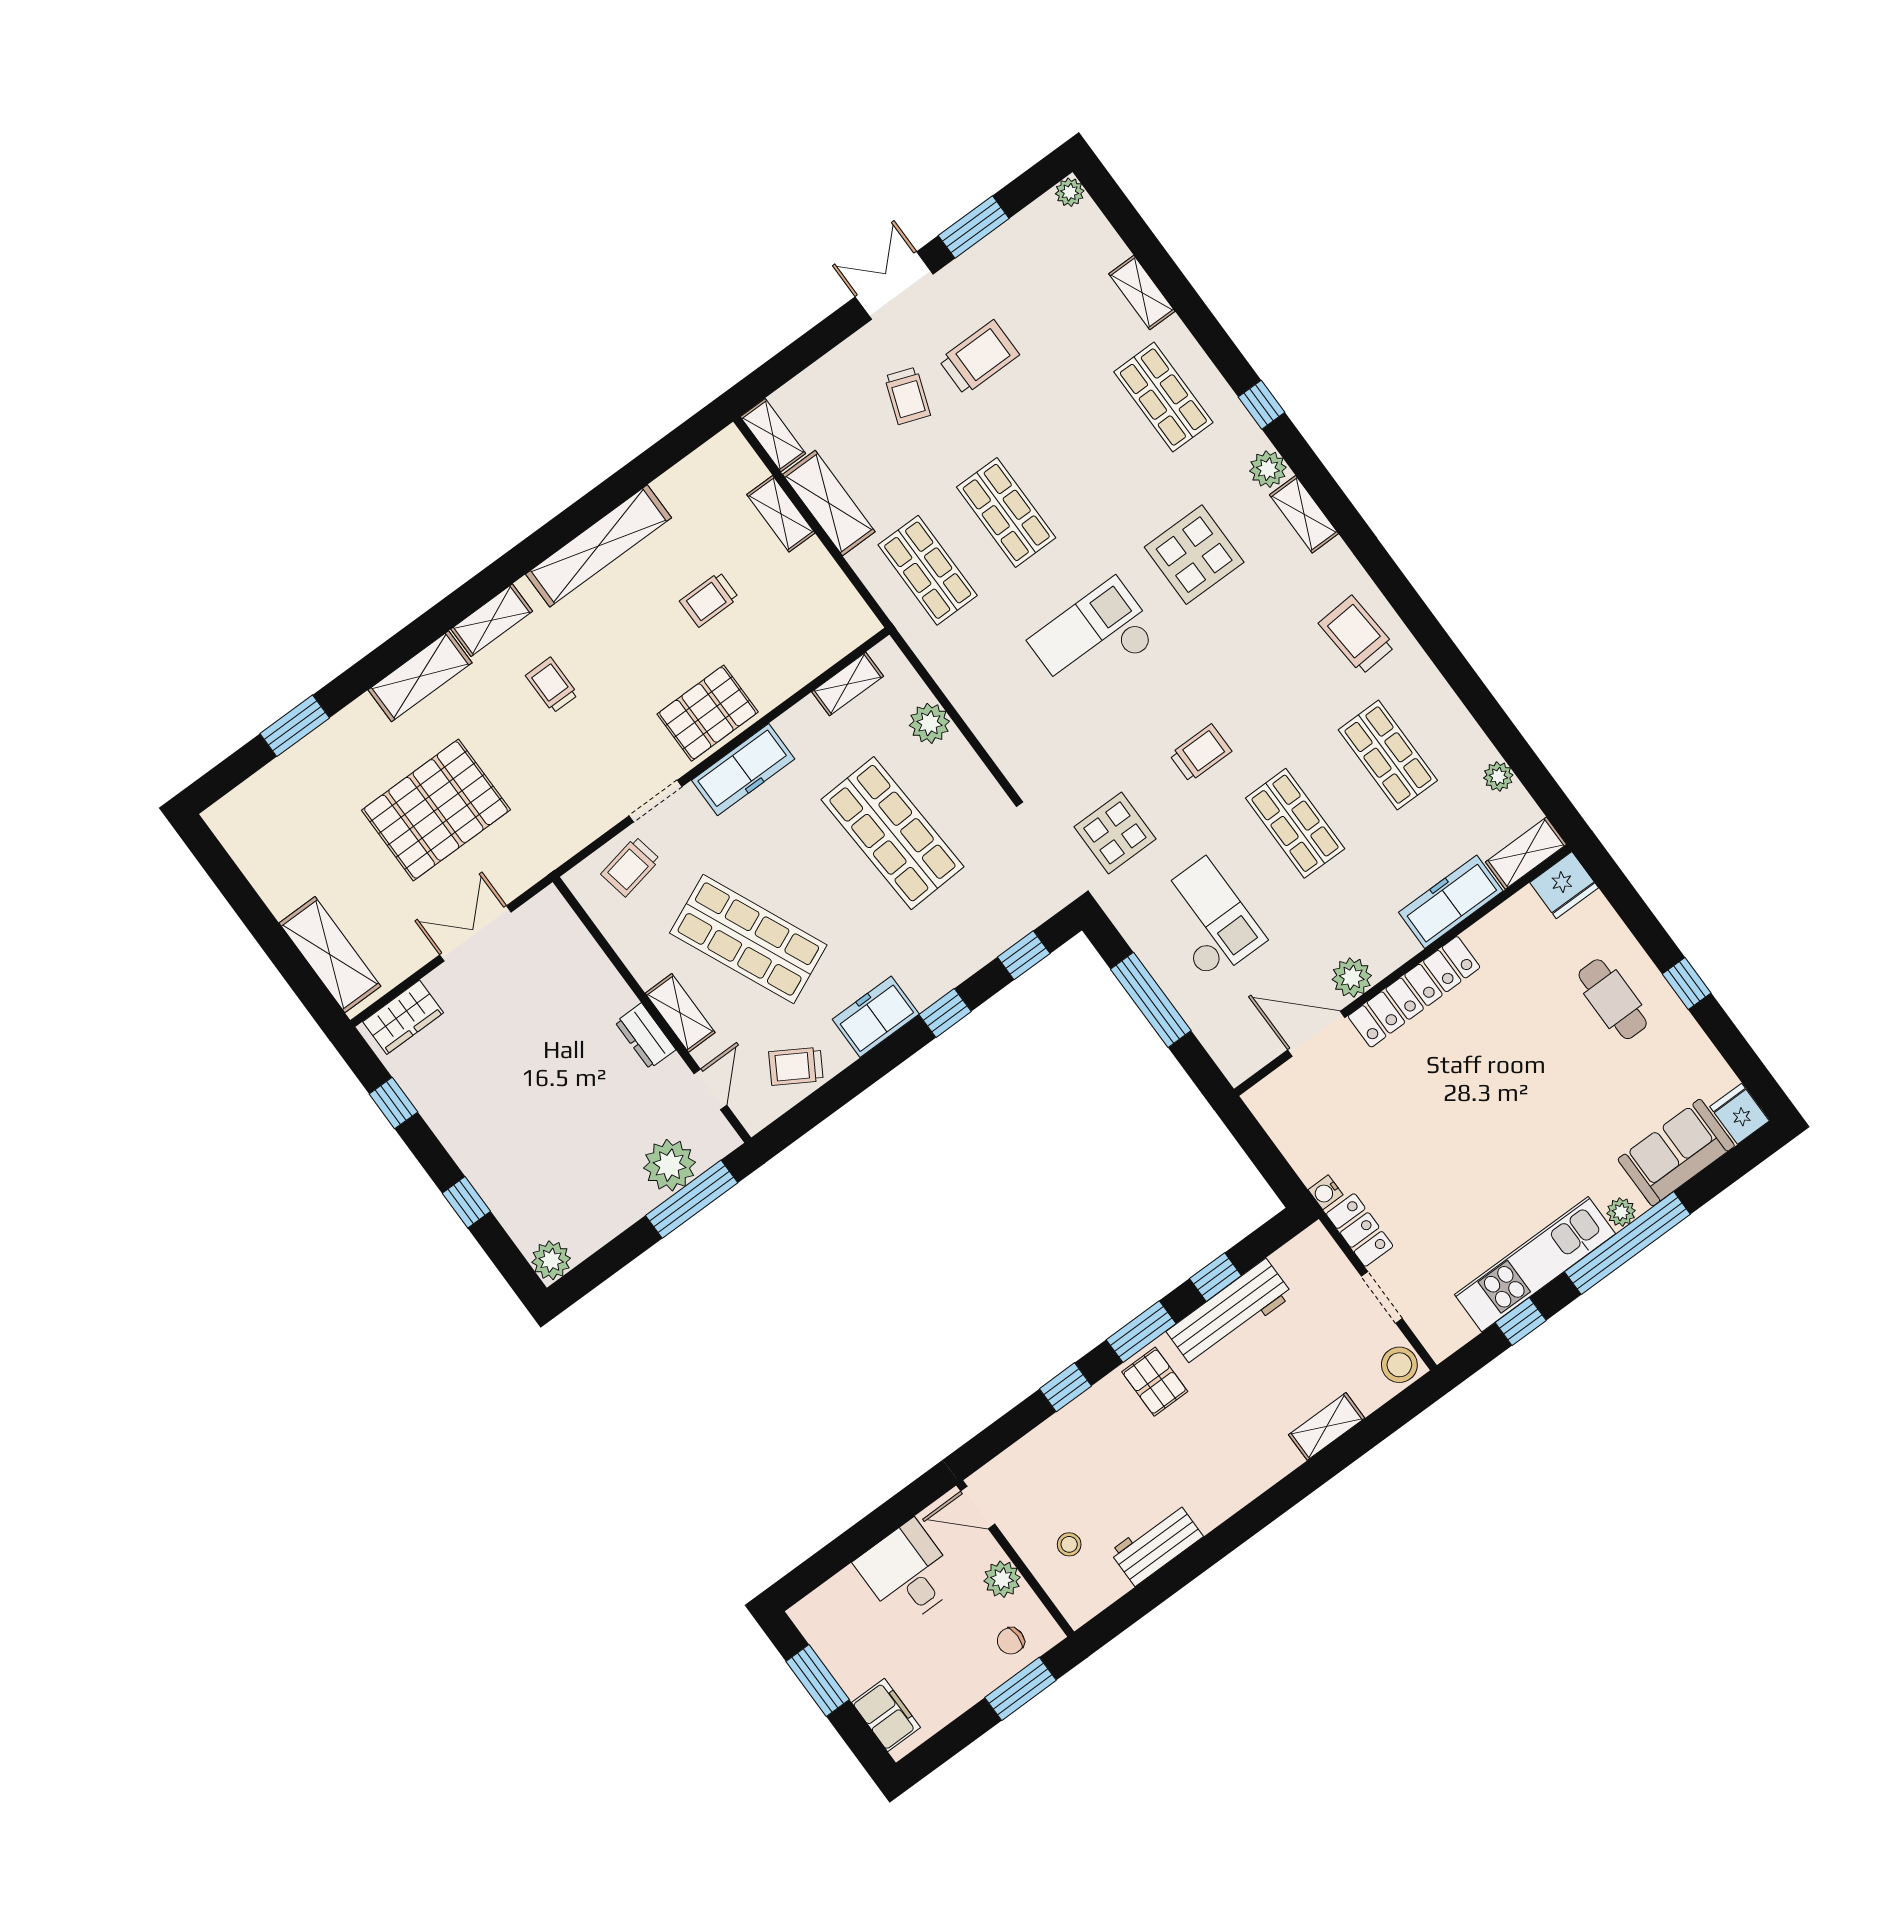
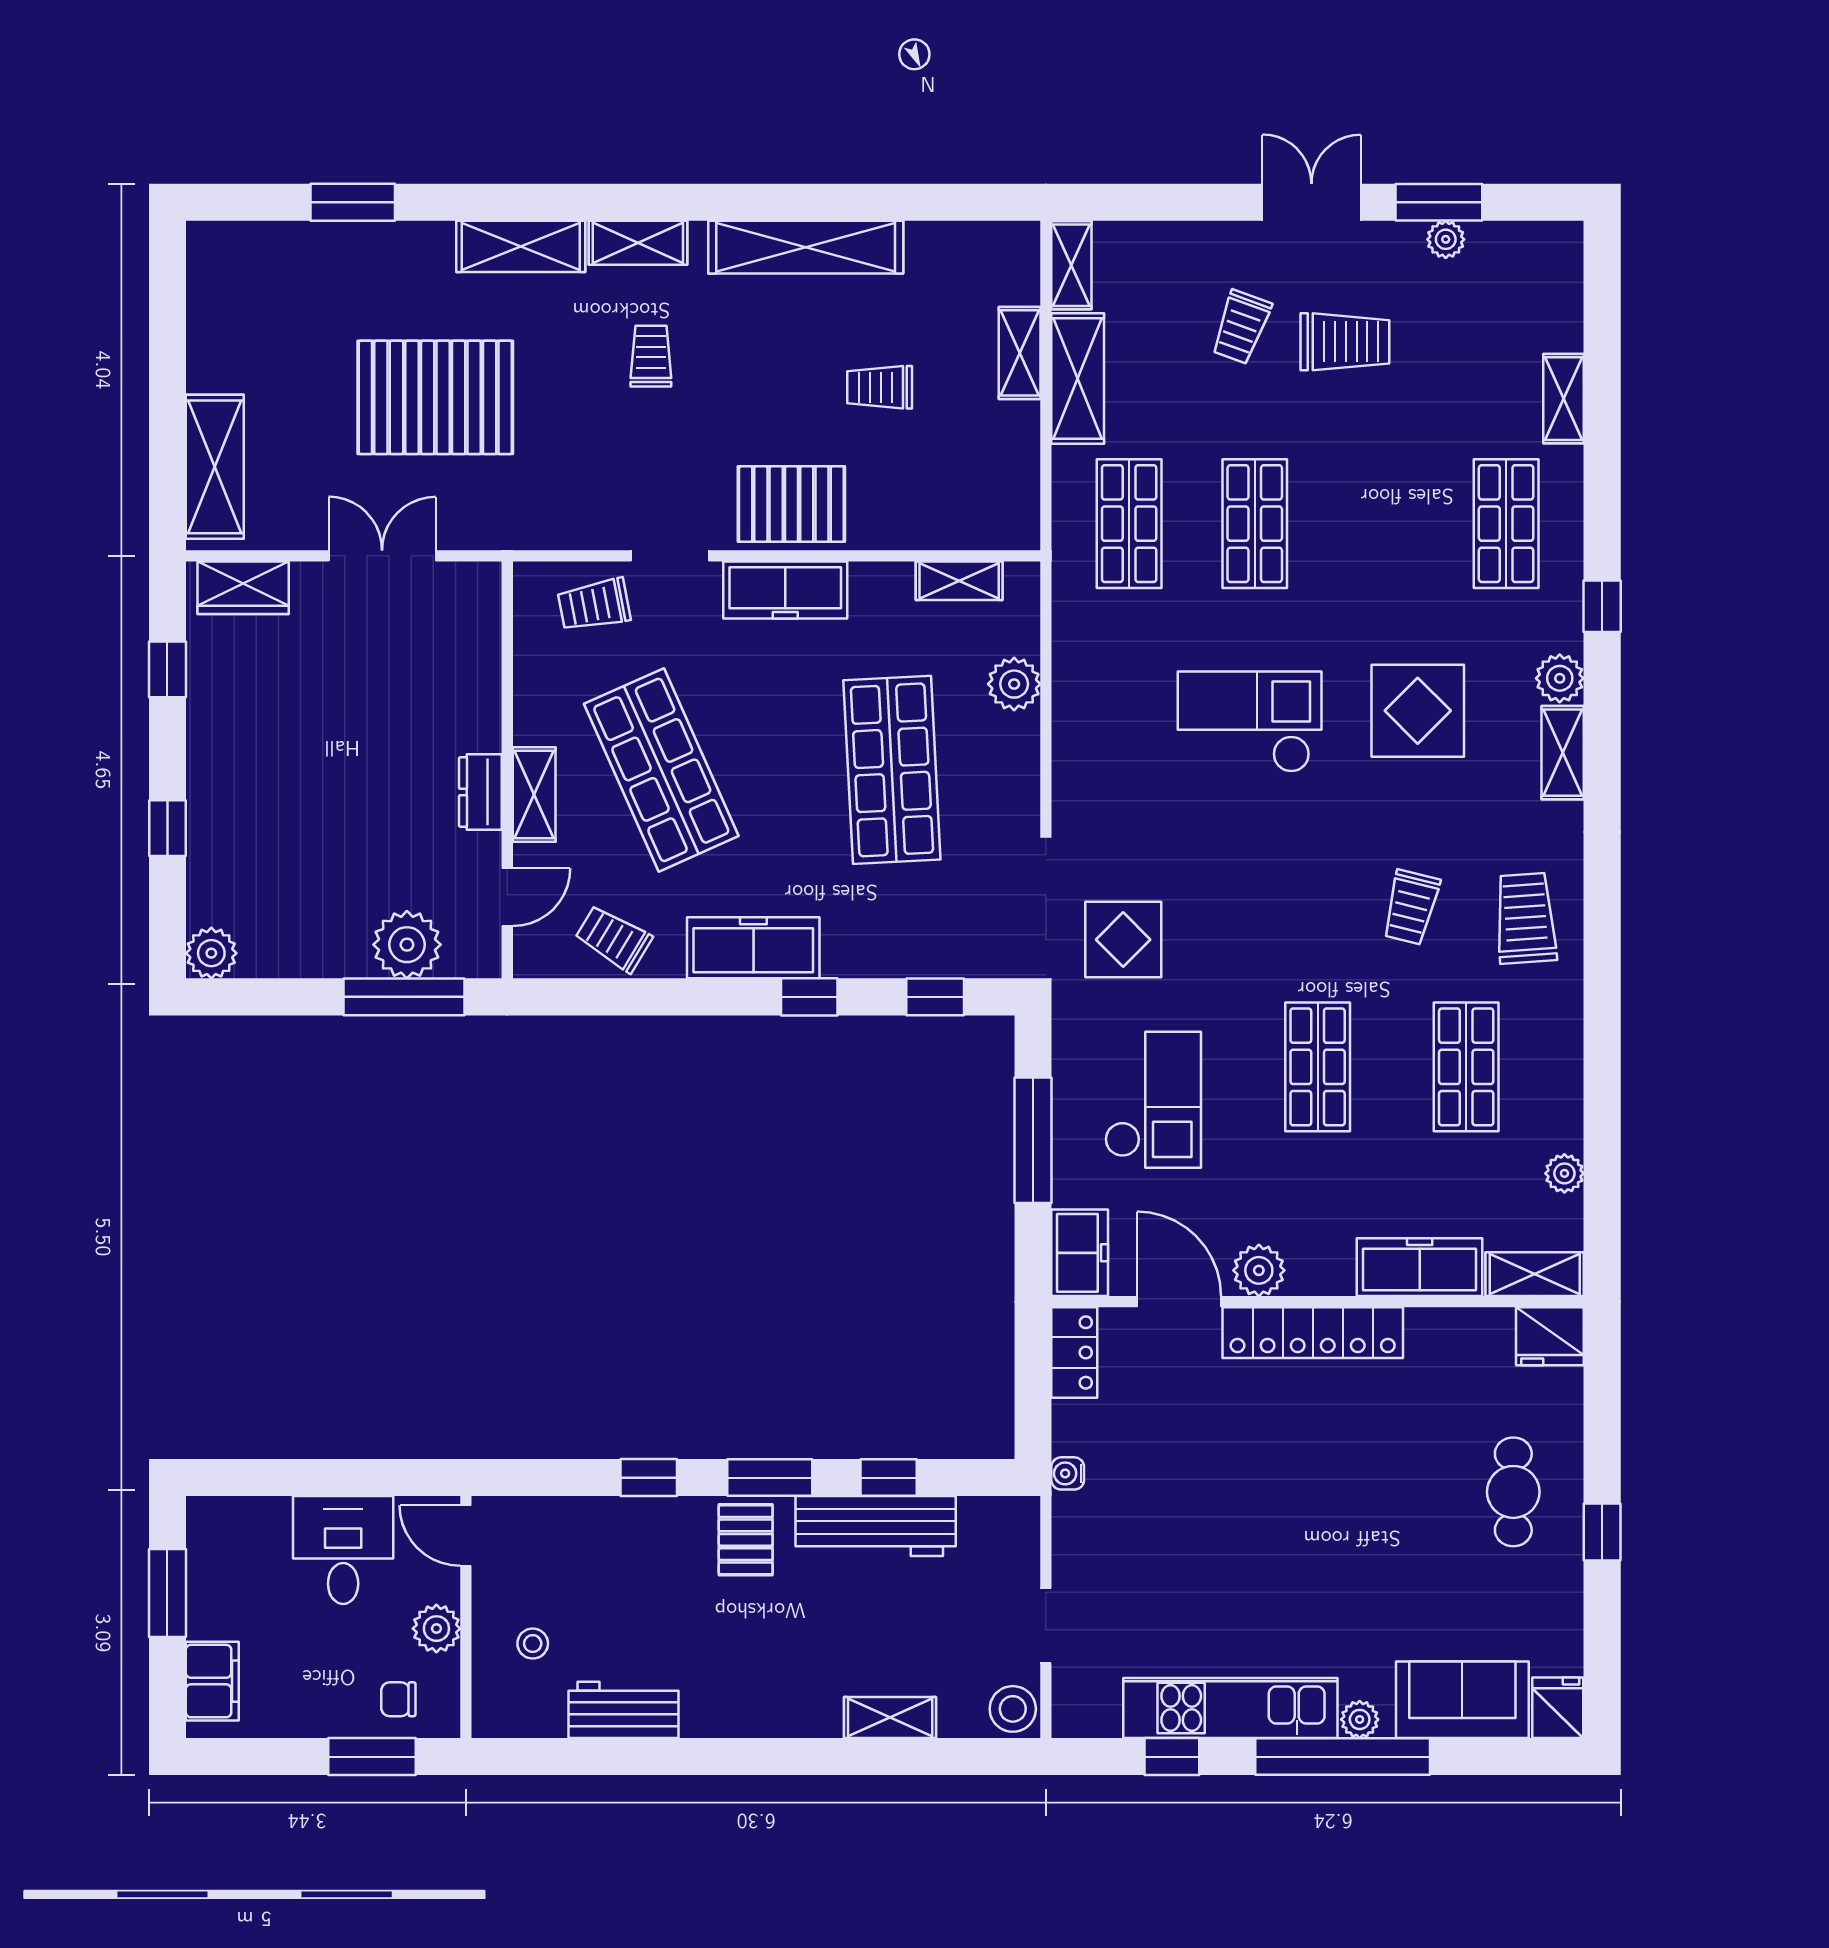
plant: (1070, 192) -> (1446, 239), moved
trolley: (1201, 753) -> (1411, 907), moved, turned 104
freezer: (876, 1017) -> (753, 948), width x1.40
freezer: (1232, 1049) -> (1080, 1253), added
locker: (1360, 1230) -> (1074, 1352), moved

